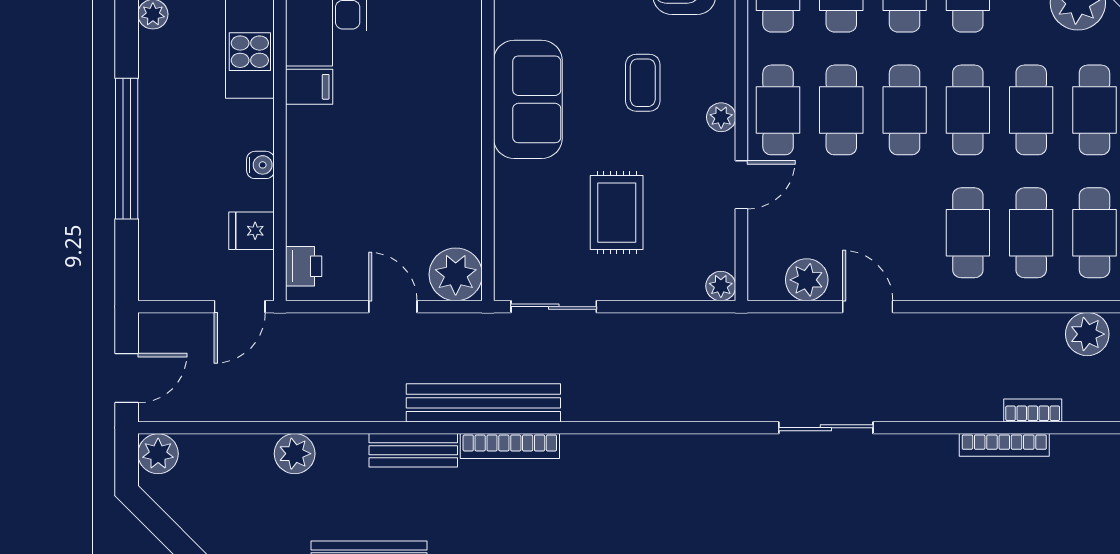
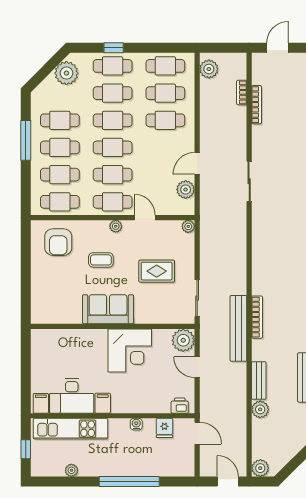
corner desk: (432, 150) -> (130, 350), added
door: (393, 307) -> (197, 367), hinge flipped
bench: (413, 450) -> (259, 380), moved

